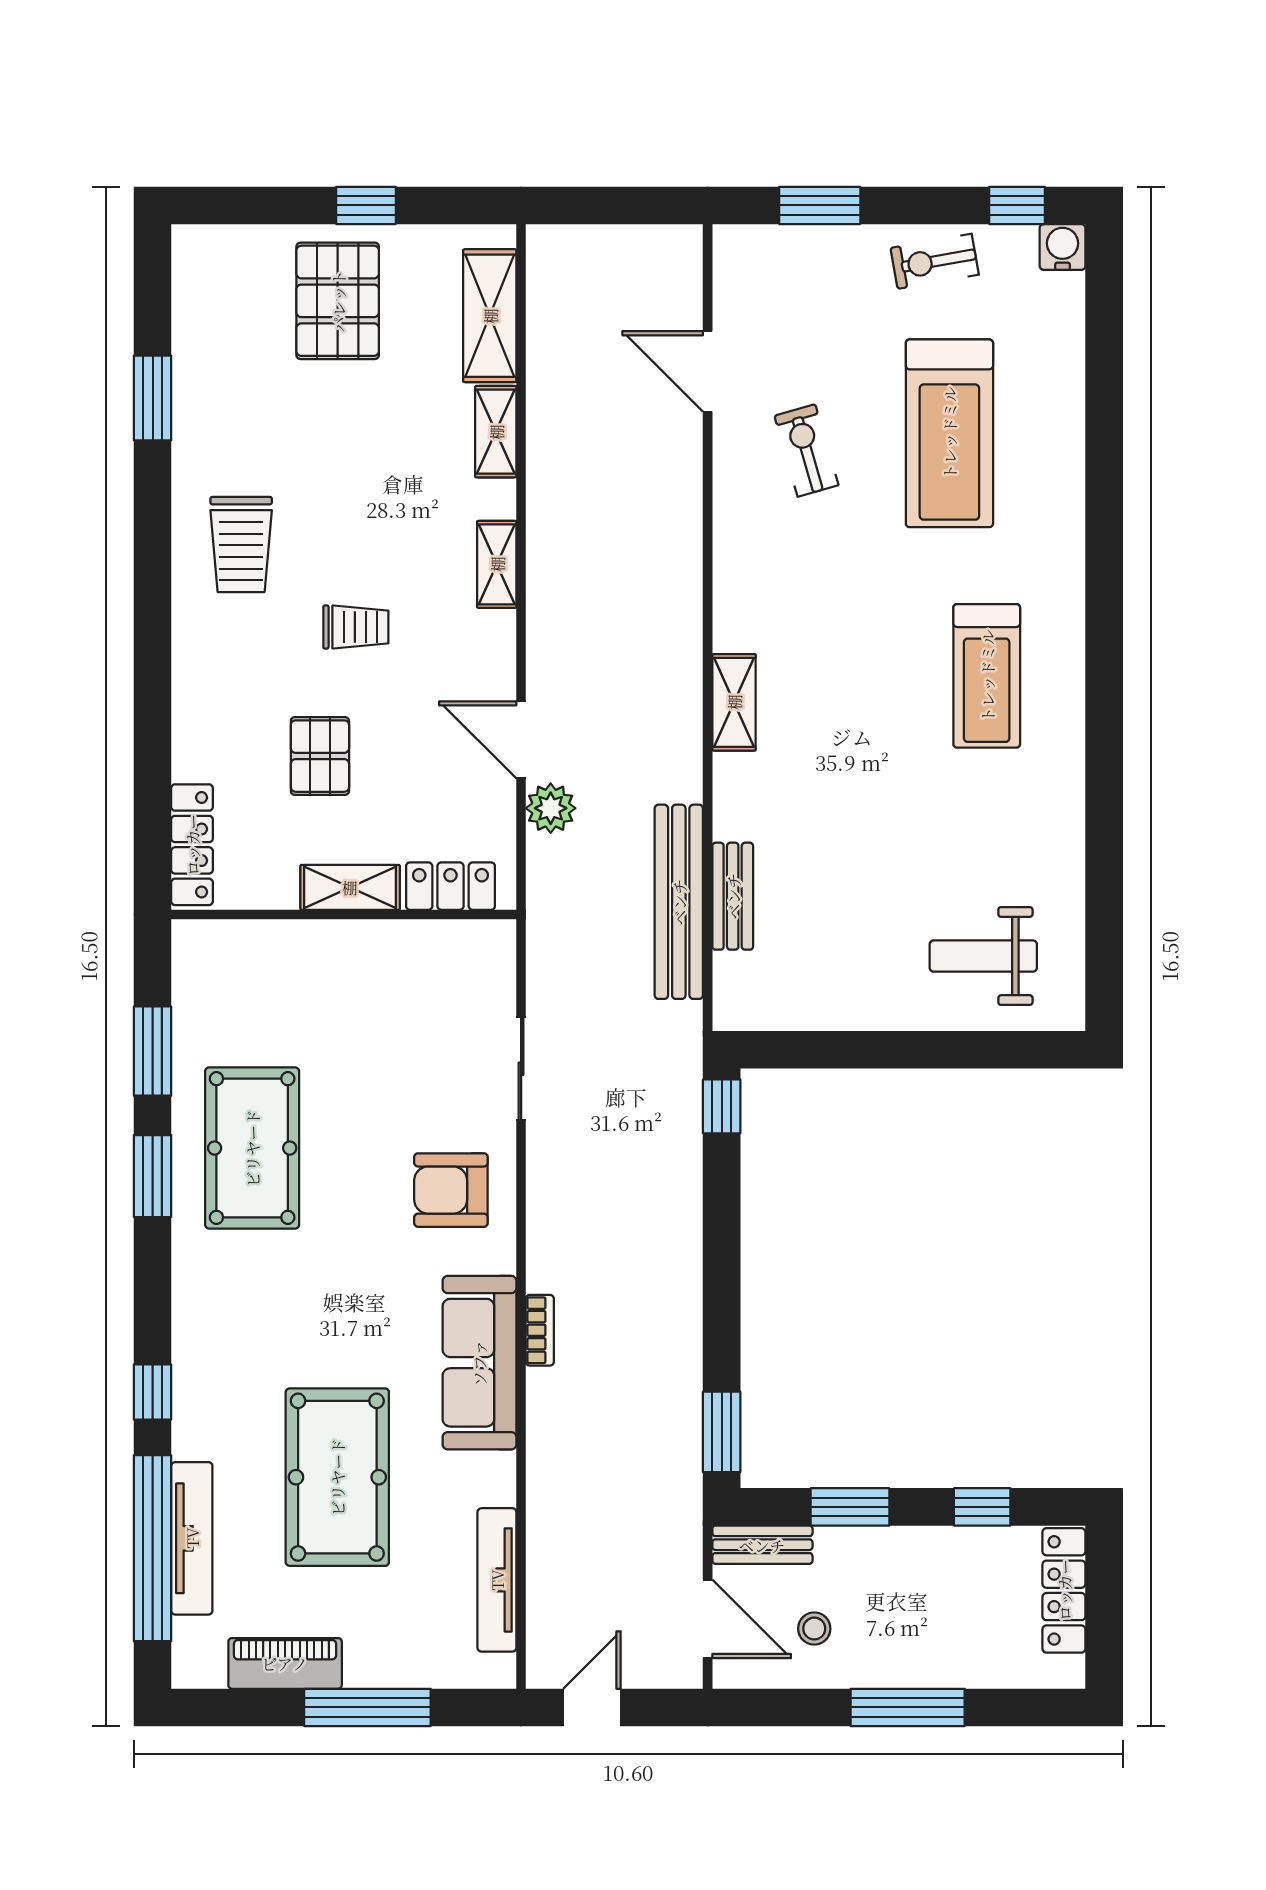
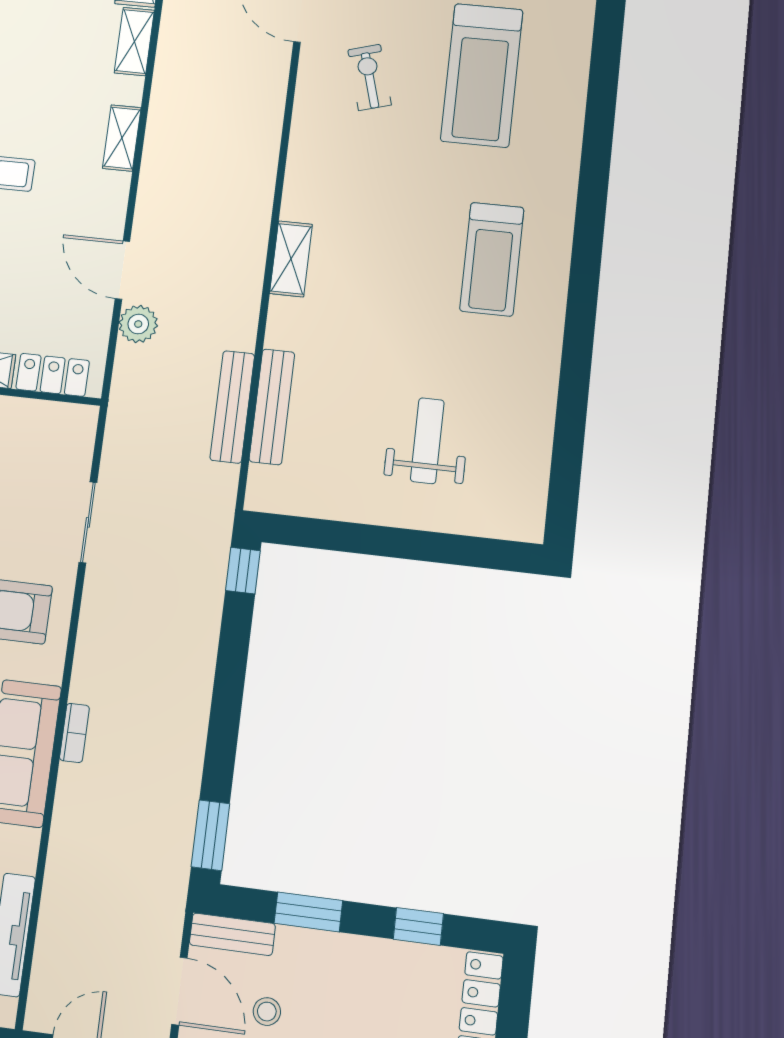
bench: (733, 896) -> (272, 407), width x1.36
bench: (679, 902) -> (232, 407), width x0.73, depth x0.82
weight bench: (983, 956) -> (427, 441), moved, turned 90

